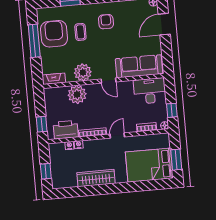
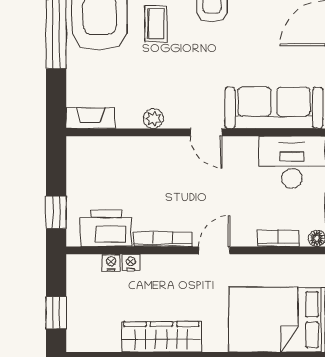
plant: (83, 72) -> (153, 119), width x0.53, depth x0.53
plant: (77, 94) -> (137, 156), removed

